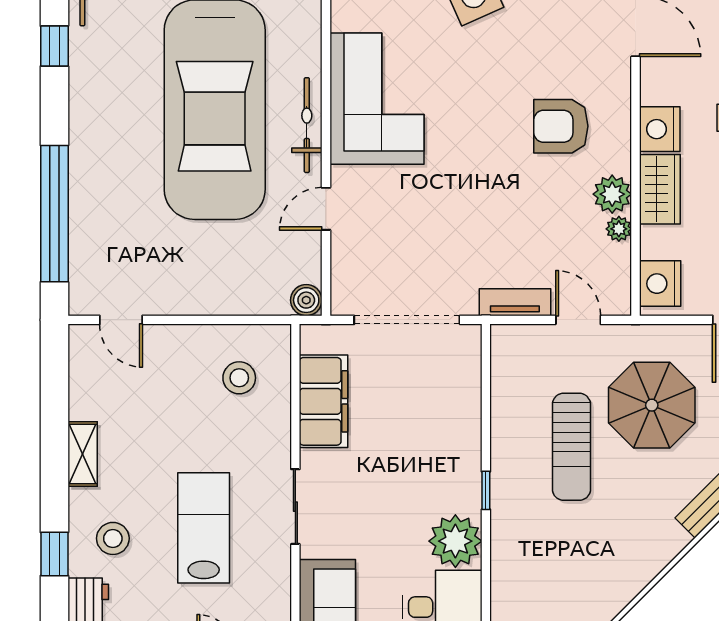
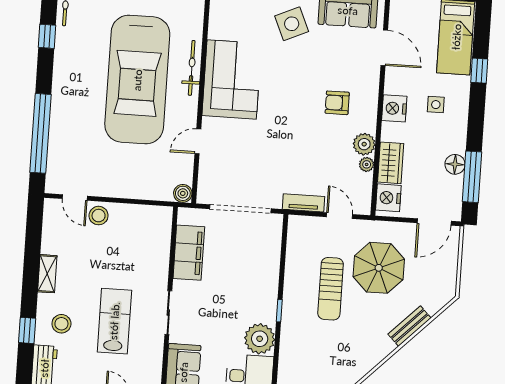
bicycle: (307, 125) -> (192, 68), moved
armchair: (561, 126) -> (337, 103), width x0.72, depth x0.72
wardrobe: (660, 189) -> (391, 163), moved
stool: (239, 378) -> (99, 216), moved

